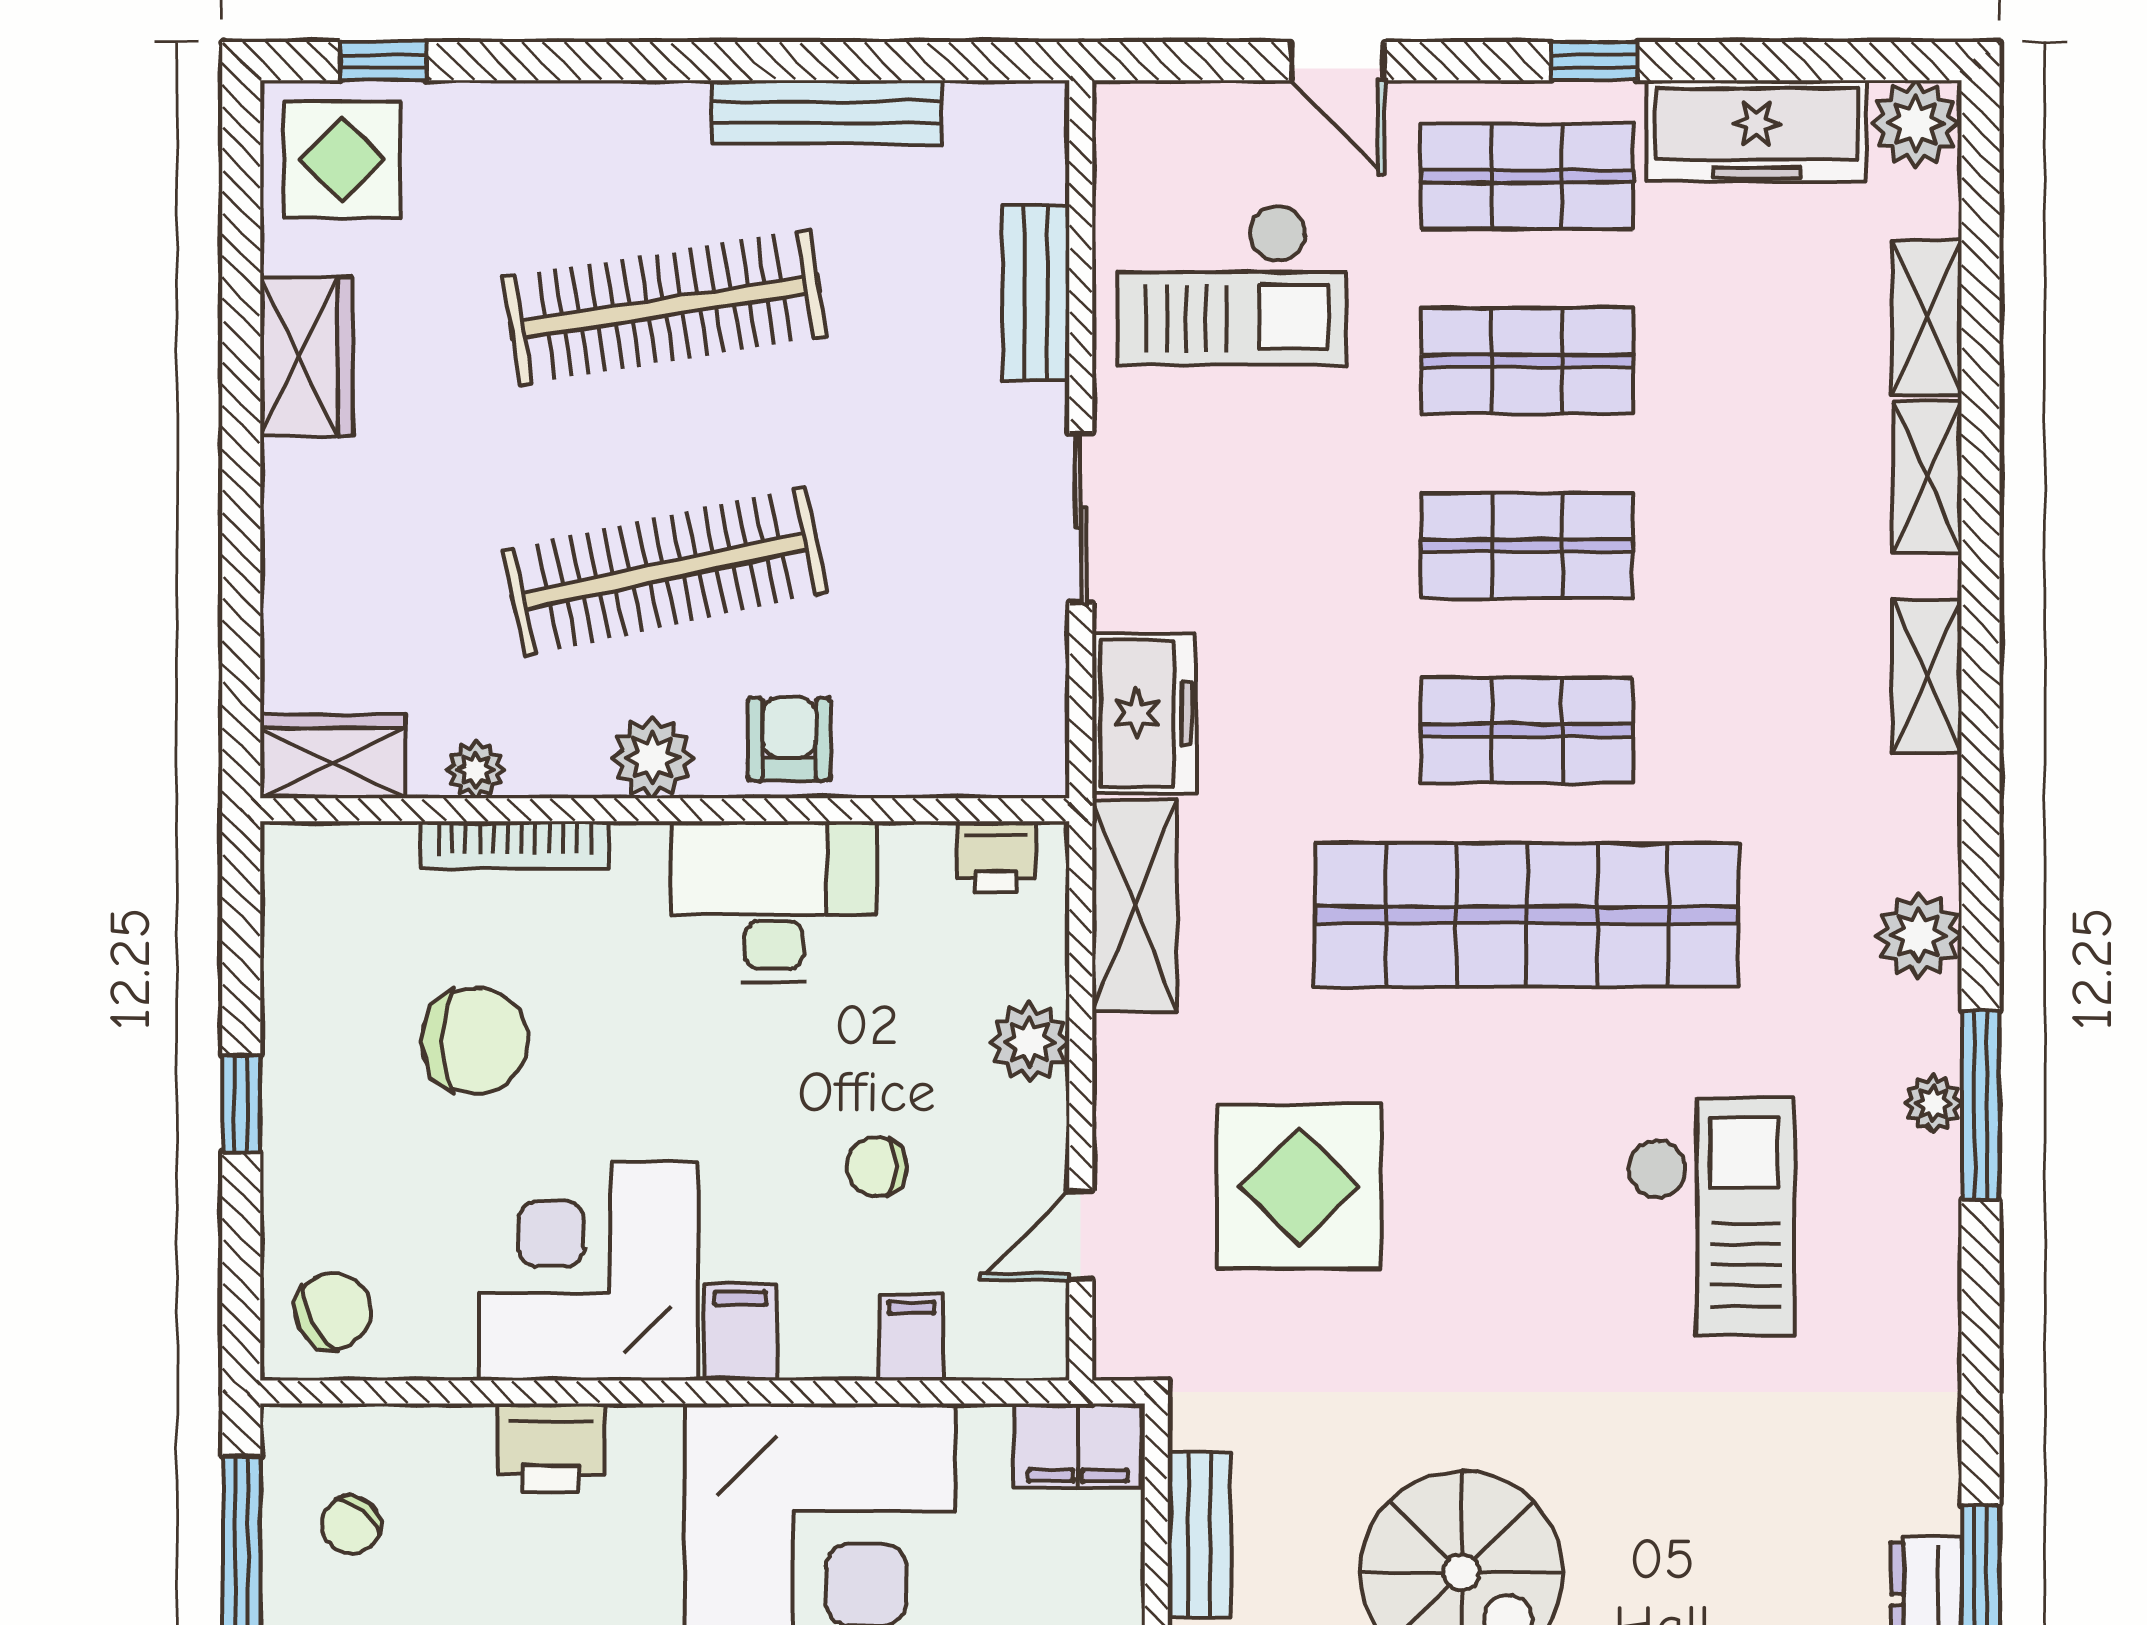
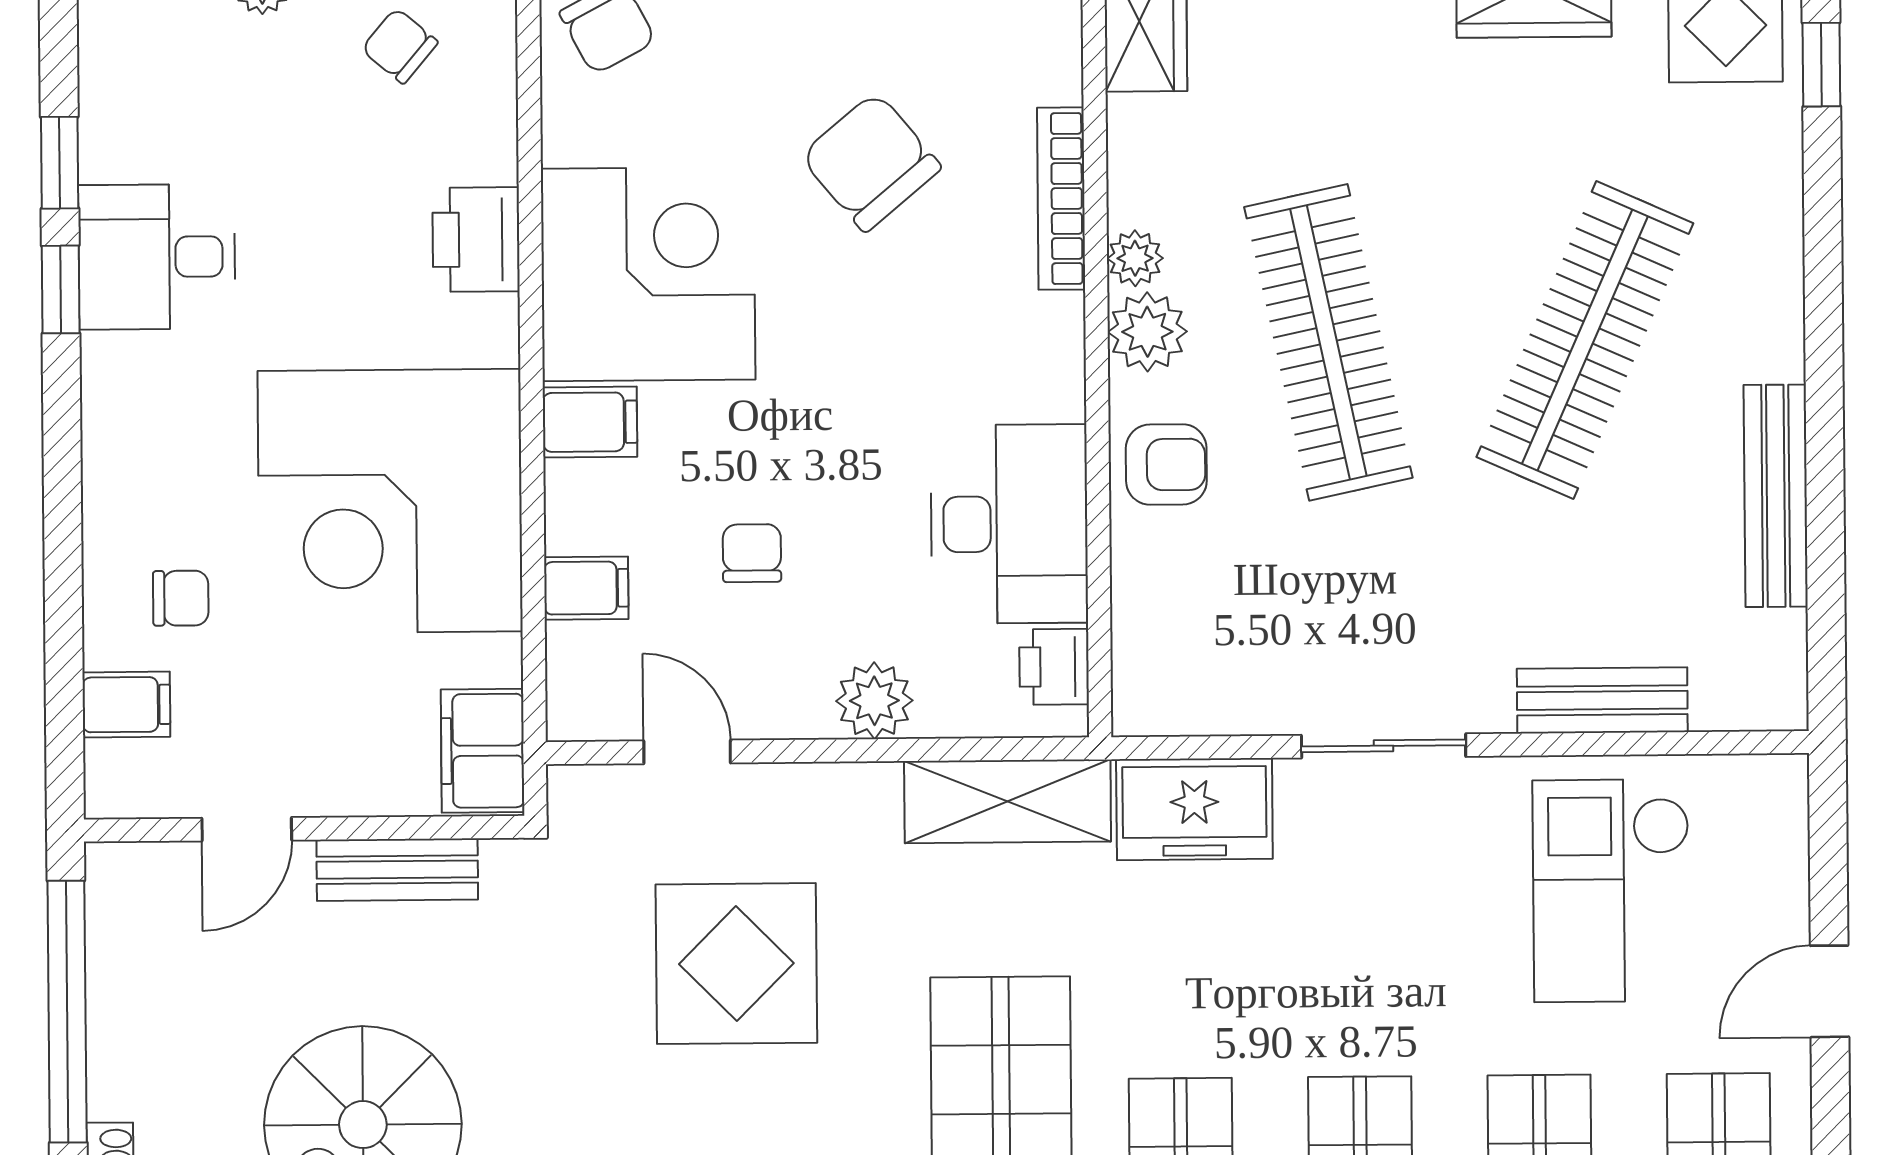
clothes rail: (665, 307) -> (1585, 340), turned 33
plant: (476, 770) -> (1135, 258), moved
desk: (774, 902) -> (1009, 524), moved
chair: (475, 1041) -> (871, 162), turned 140

